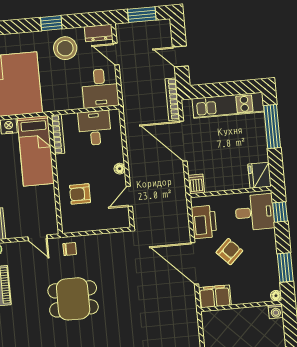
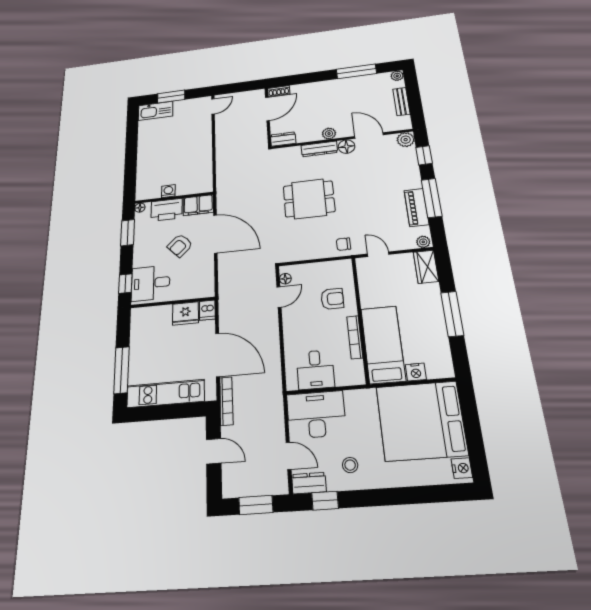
window: (51, 23) -> (325, 501), moved
stool: (65, 48) -> (350, 465), width x0.53, depth x0.53
desk: (100, 88) -> (316, 415), width x1.37
bookcase: (58, 134) -> (355, 337), moved
floor lamp: (120, 169) -> (285, 279), moved
fridge: (260, 175) -> (185, 313), moved, turned 90
printer: (204, 222) -> (167, 210), moved, turned -90
dining table: (73, 299) -> (309, 199), moved
washing machine: (276, 311) -> (168, 191), moved

